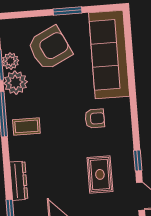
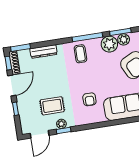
plant: (128, 163) -> (61, 124), added

